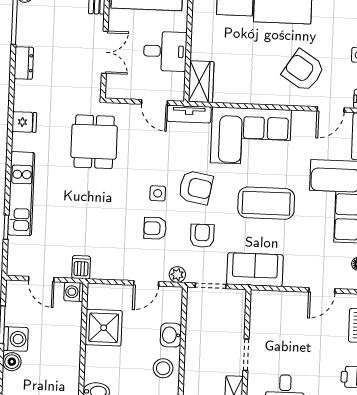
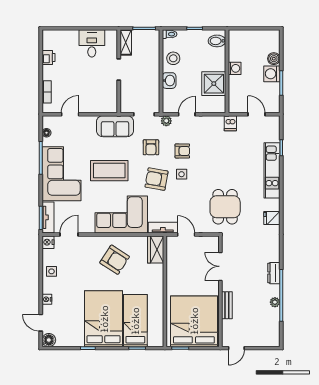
desk: (165, 51) -> (180, 269), removed
dresser: (24, 63) -> (274, 273), moved
armchair: (303, 71) -> (115, 260), moved
washing machine: (74, 292) -> (235, 68), moved

